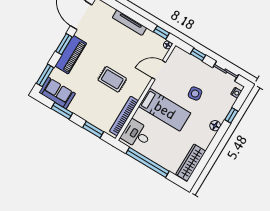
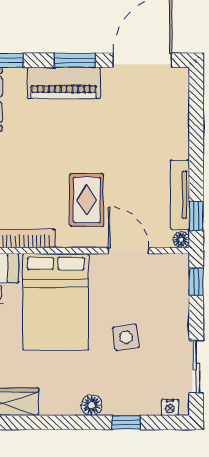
tv unit: (129, 23) -> (180, 195), moved
window: (198, 55) -> (196, 282), moved
rug: (112, 79) -> (87, 200), moved
bed: (165, 110) -> (56, 302), width x1.50

